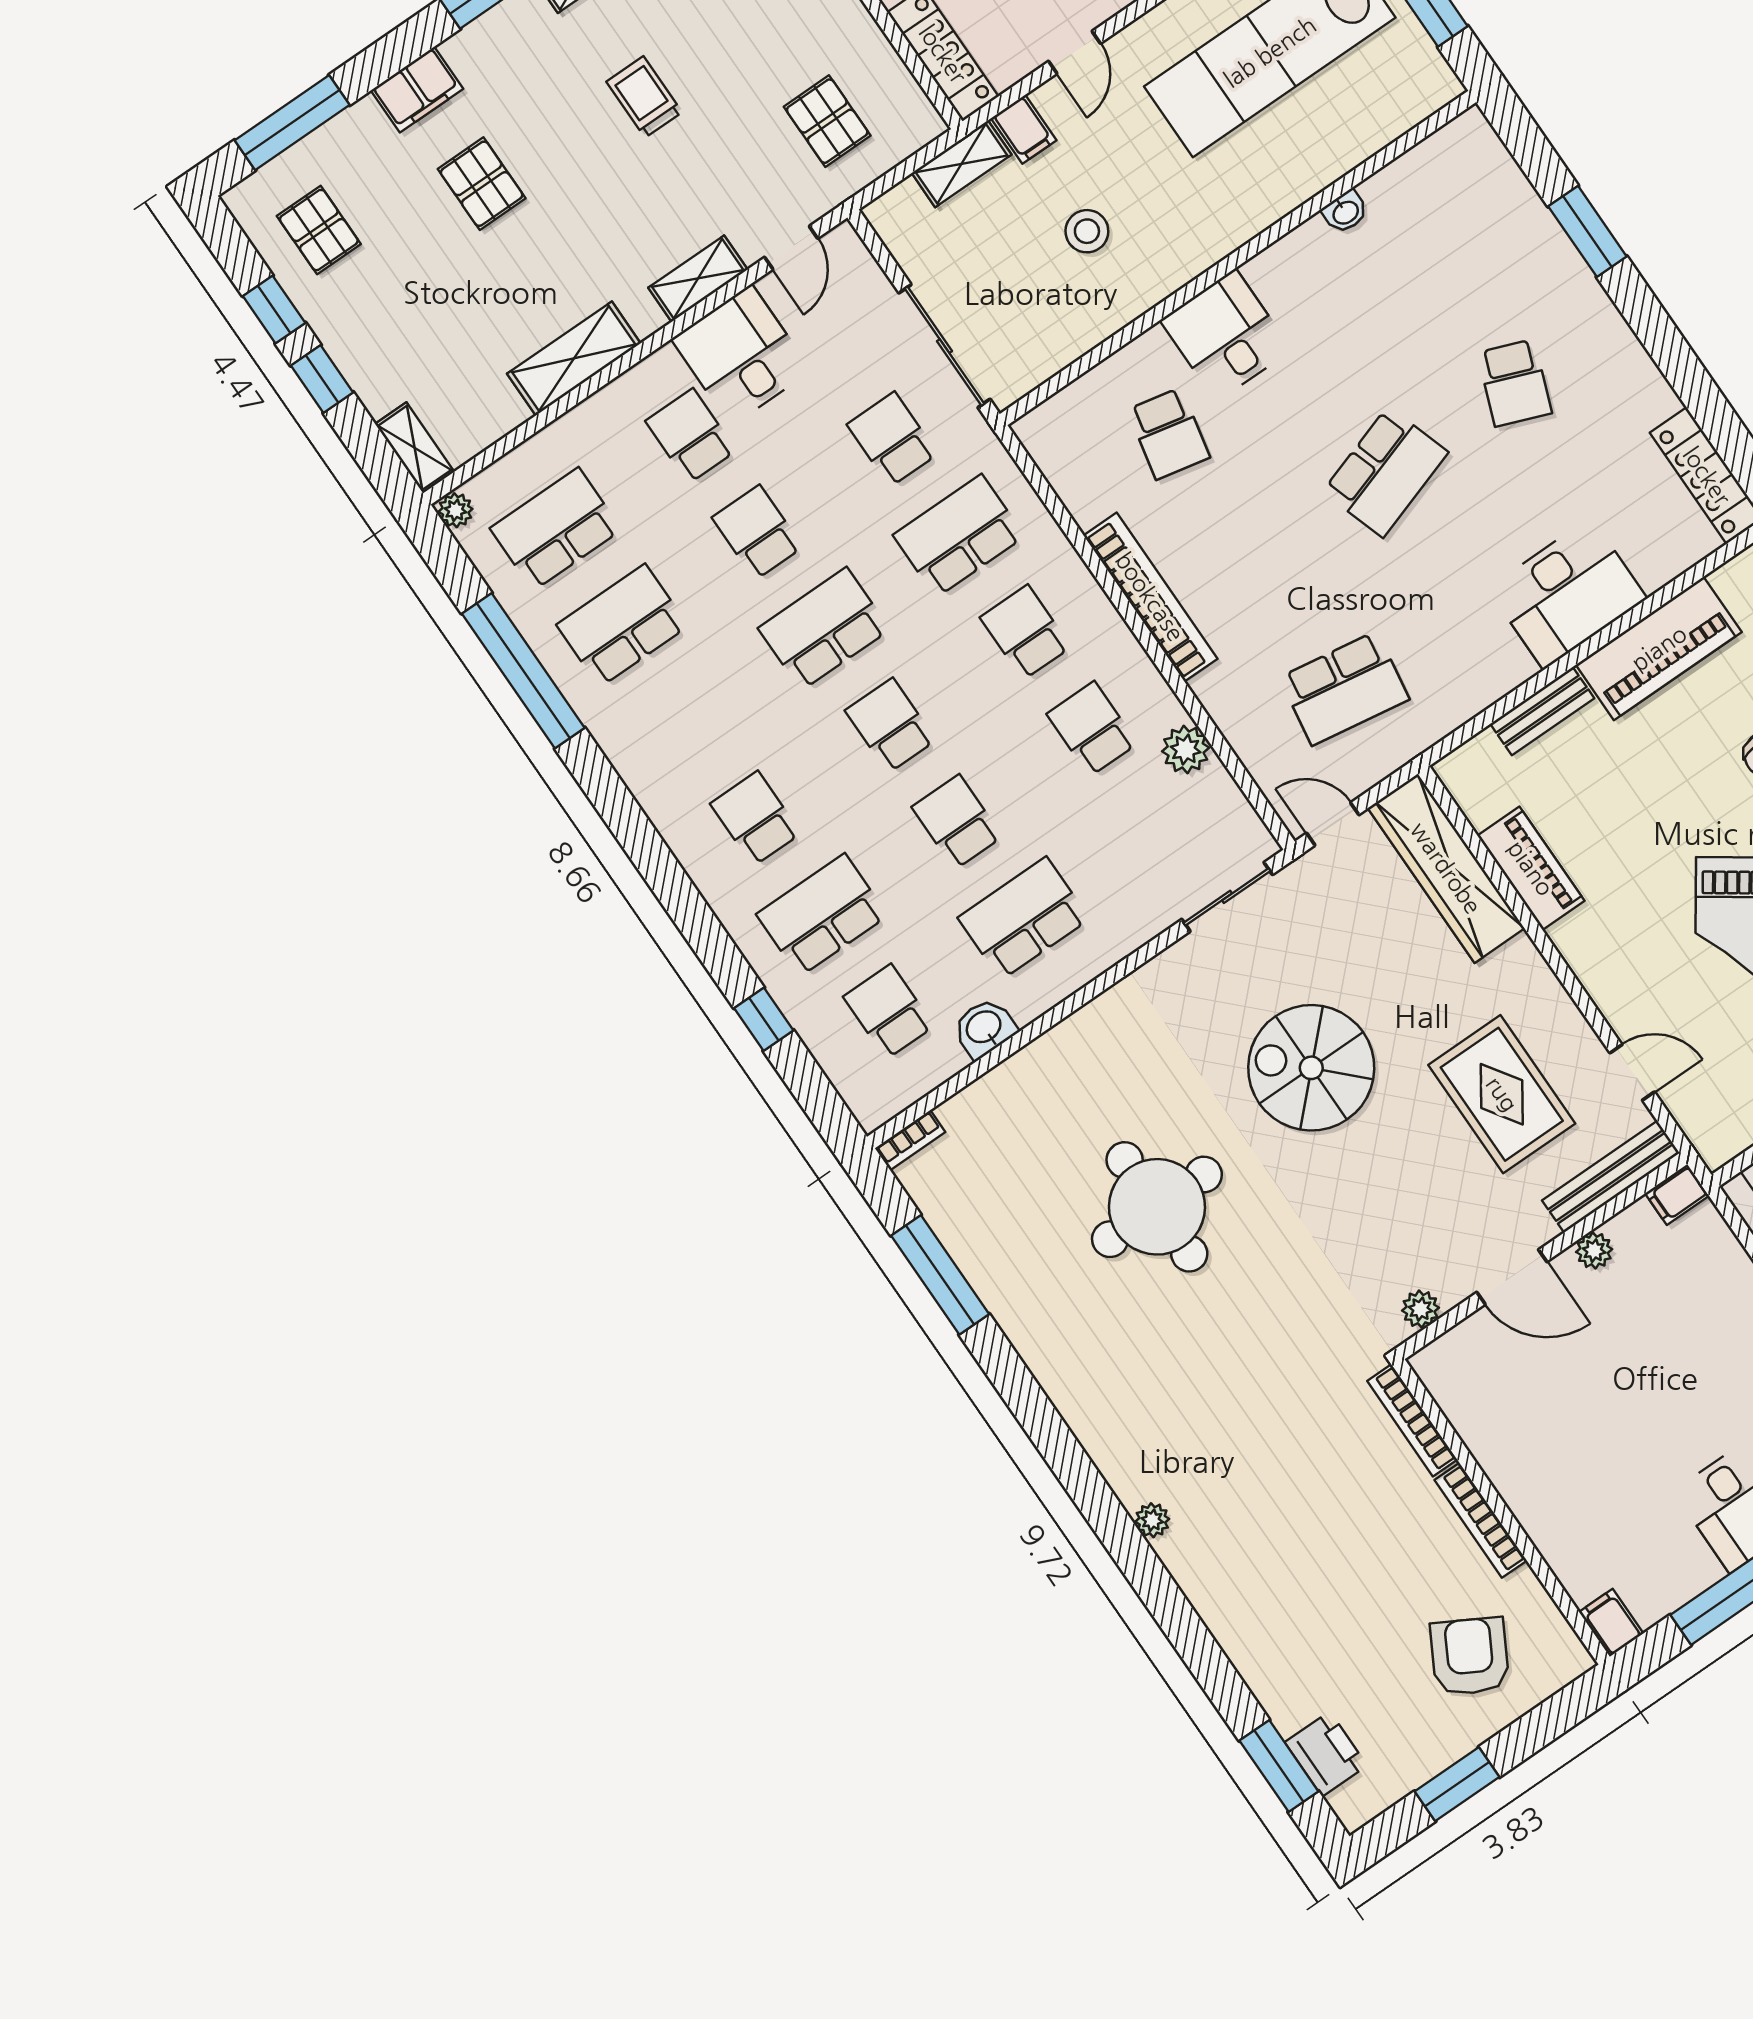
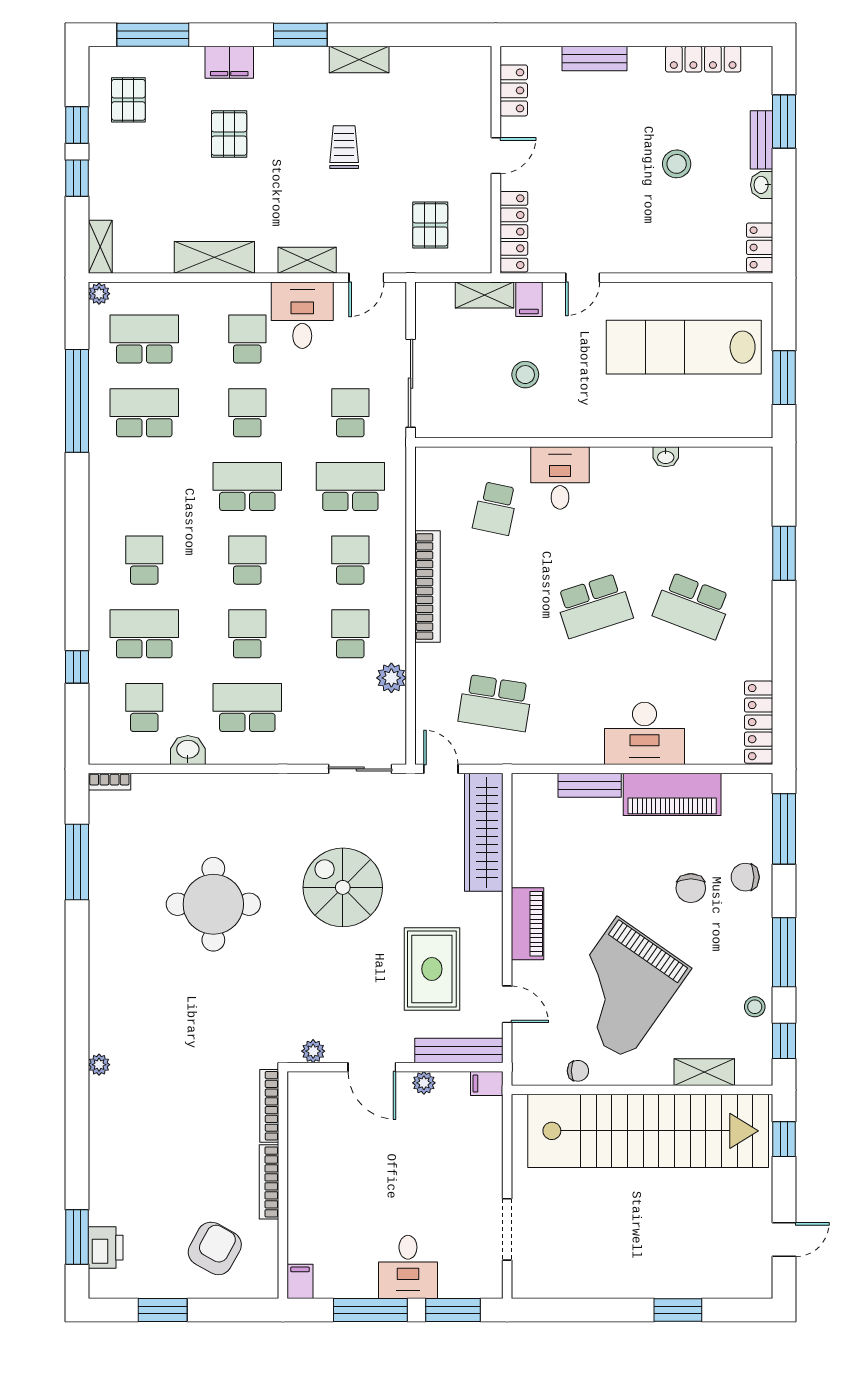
school desk: (1515, 383) -> (692, 606), width x1.85
piano: (1531, 868) -> (528, 924), moved

